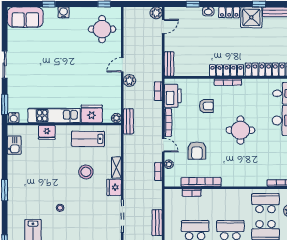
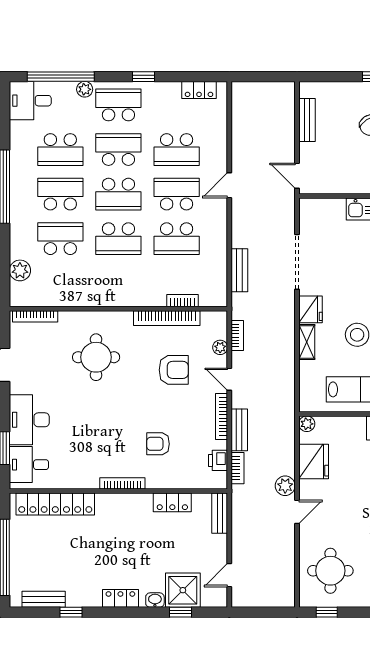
plant: (156, 13) -> (241, 598), removed
shower: (251, 17) -> (183, 590), moved
locker: (226, 70) -> (172, 502), moved, width x0.66
printer: (173, 96) -> (218, 460), width x0.53, depth x0.68
fridge: (92, 114) -> (314, 462), moved, turned -90
bench: (128, 121) -> (239, 430), moved
round table: (240, 130) -> (96, 357), moved
armchair: (197, 151) -> (174, 370), turned 90
school desk: (265, 203) -> (60, 283), removed
bench: (157, 223) -> (239, 270), moved

